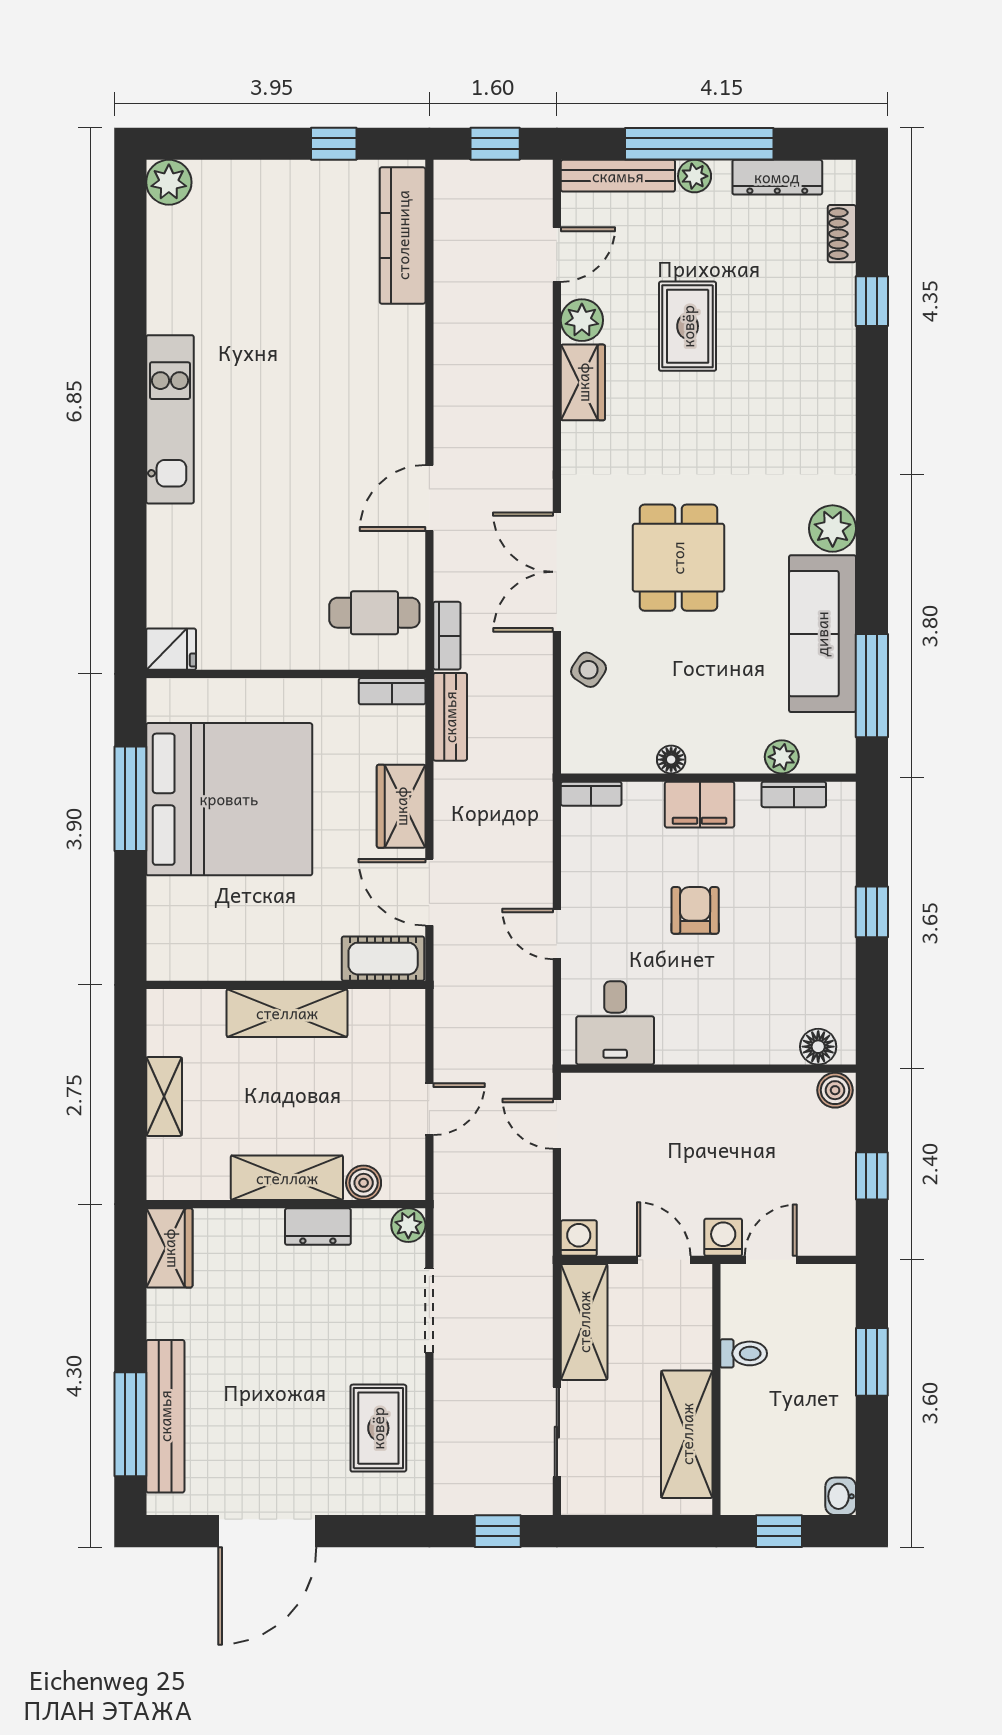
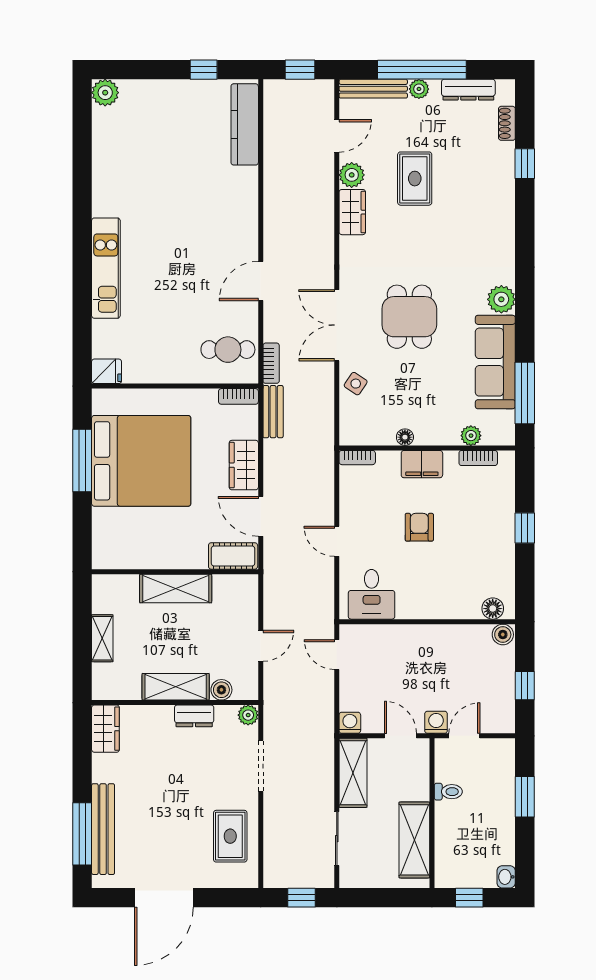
kitchen unit: (170, 419) -> (106, 268), moved

